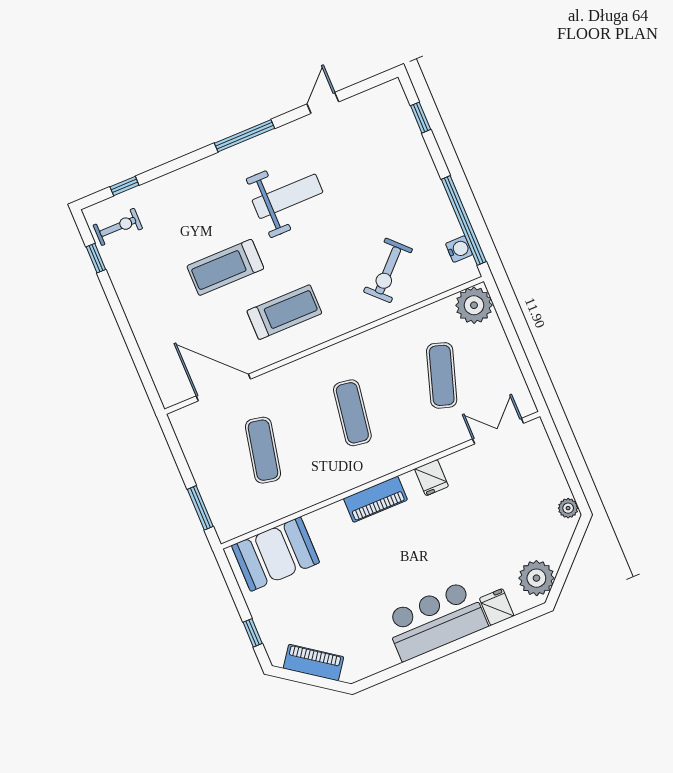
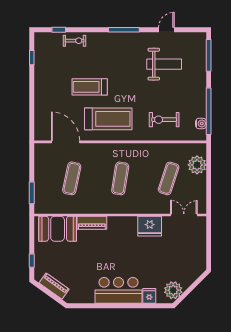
window: (421, 118) -> (209, 55), width x2.17
weight bench: (287, 196) -> (164, 64), moved
exercise bike: (118, 227) -> (75, 41), moved
exercise bike: (388, 270) -> (164, 120), turned 45
plant: (474, 305) -> (197, 165), moved
treadmill: (284, 312) -> (108, 119), width x1.37, depth x1.38
fridge: (432, 478) -> (150, 226), width x1.88, depth x1.34
piano: (376, 499) -> (92, 223), moved
plant: (568, 508) -> (201, 264), removed

